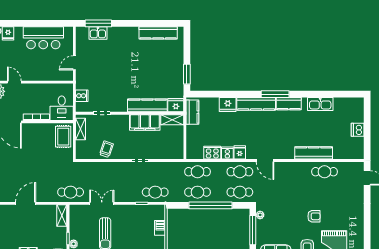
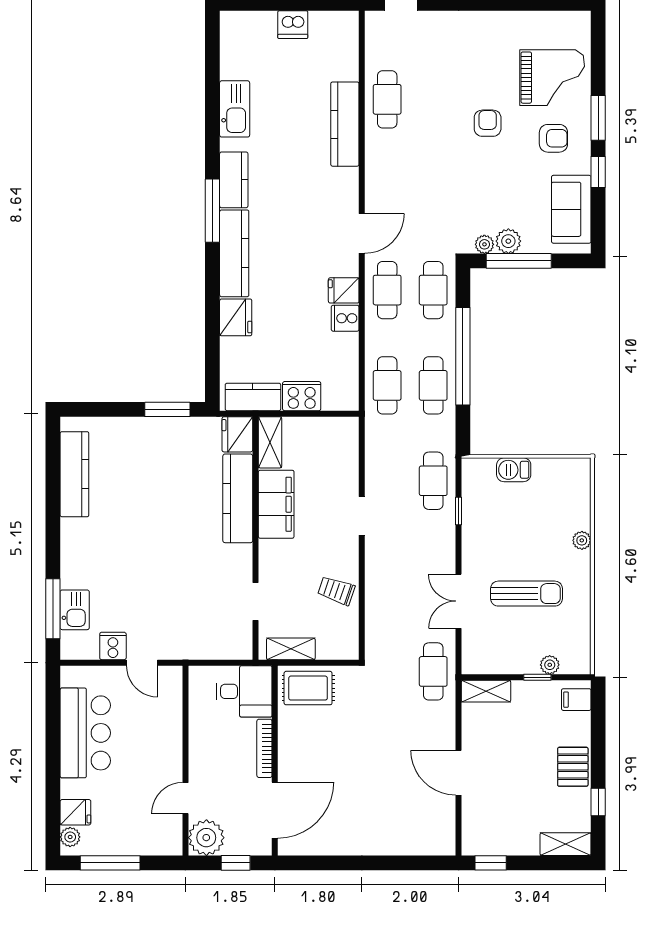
cooker: (82, 96) -> (113, 646), moved
cooker: (212, 153) -> (302, 396), moved, turned 90
plant: (262, 226) -> (508, 241), added

